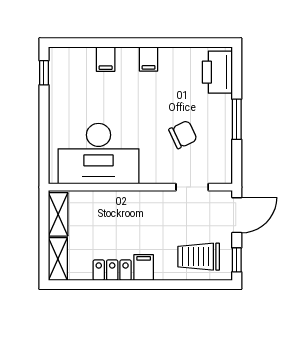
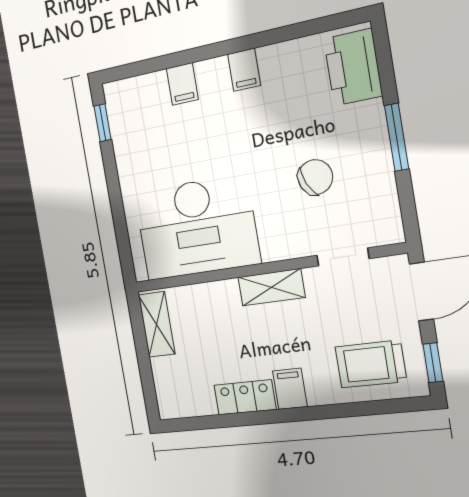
shelving: (58, 259) -> (271, 287), moved, turned 90

